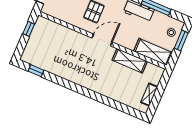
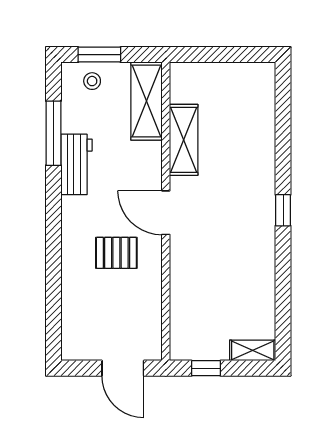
window: (36, 71) -> (283, 210), moved
shelving: (149, 95) -> (253, 350), moved

